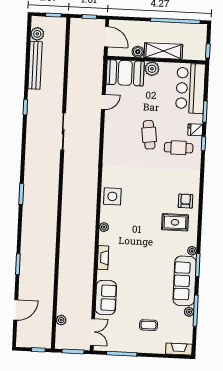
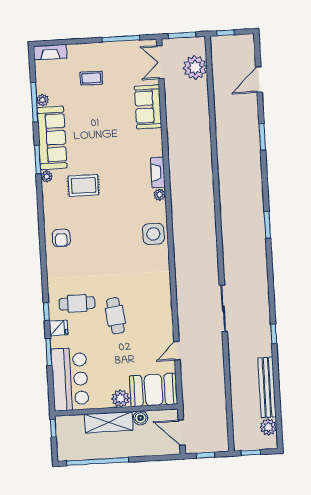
rug: (175, 222) -> (83, 185), moved
fireplace: (103, 258) -> (158, 172), moved
plant: (61, 320) -> (195, 68), width x1.87, depth x1.87

